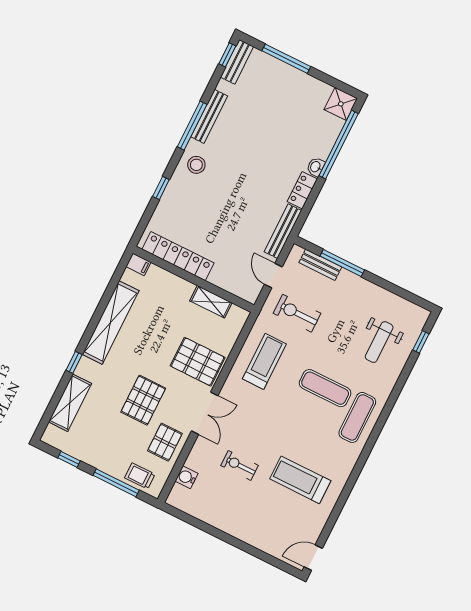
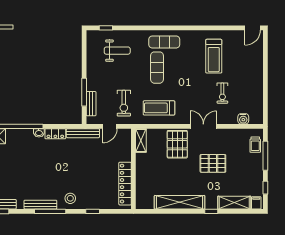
filing cabinet: (138, 264) -> (256, 203), moved
shelving: (211, 302) -> (141, 140), moved
pallet: (165, 442) -> (230, 140), removed
door: (313, 558) -> (253, 28), hinge flipped

